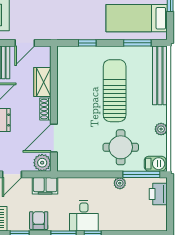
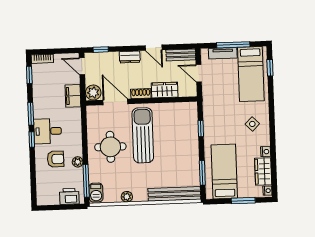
sun lounger: (115, 91) -> (143, 135), moved, turned -90
round table: (121, 147) -> (110, 147), moved
armchair: (39, 221) -> (56, 159), moved

